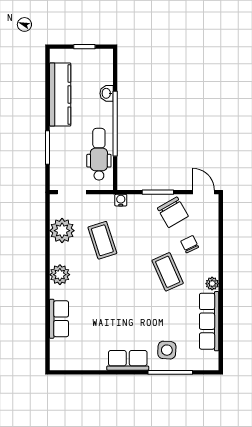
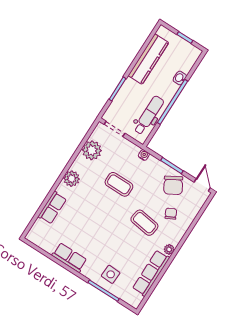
coffee table: (102, 240) -> (119, 184), moved, turned -72
coffee table: (168, 272) -> (144, 223), turned -58
row of seats: (128, 360) -> (69, 258), moved

